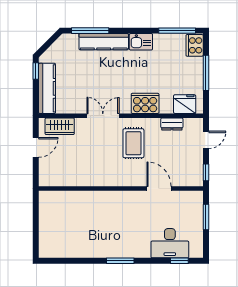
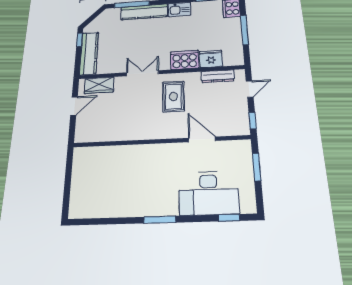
fridge: (185, 104) -> (211, 59), moved
dresser: (172, 124) -> (218, 76), width x1.44
desk: (170, 243) -> (209, 193), width x1.36, depth x1.30

